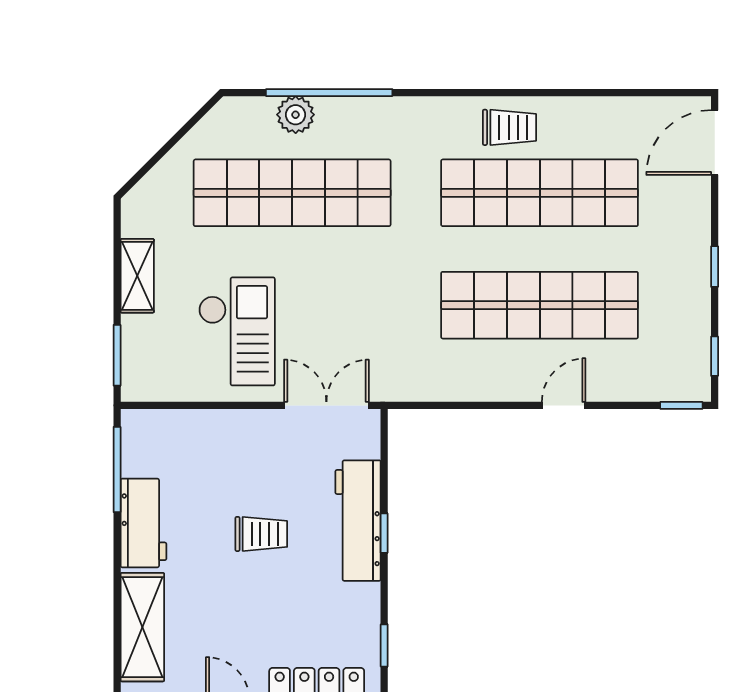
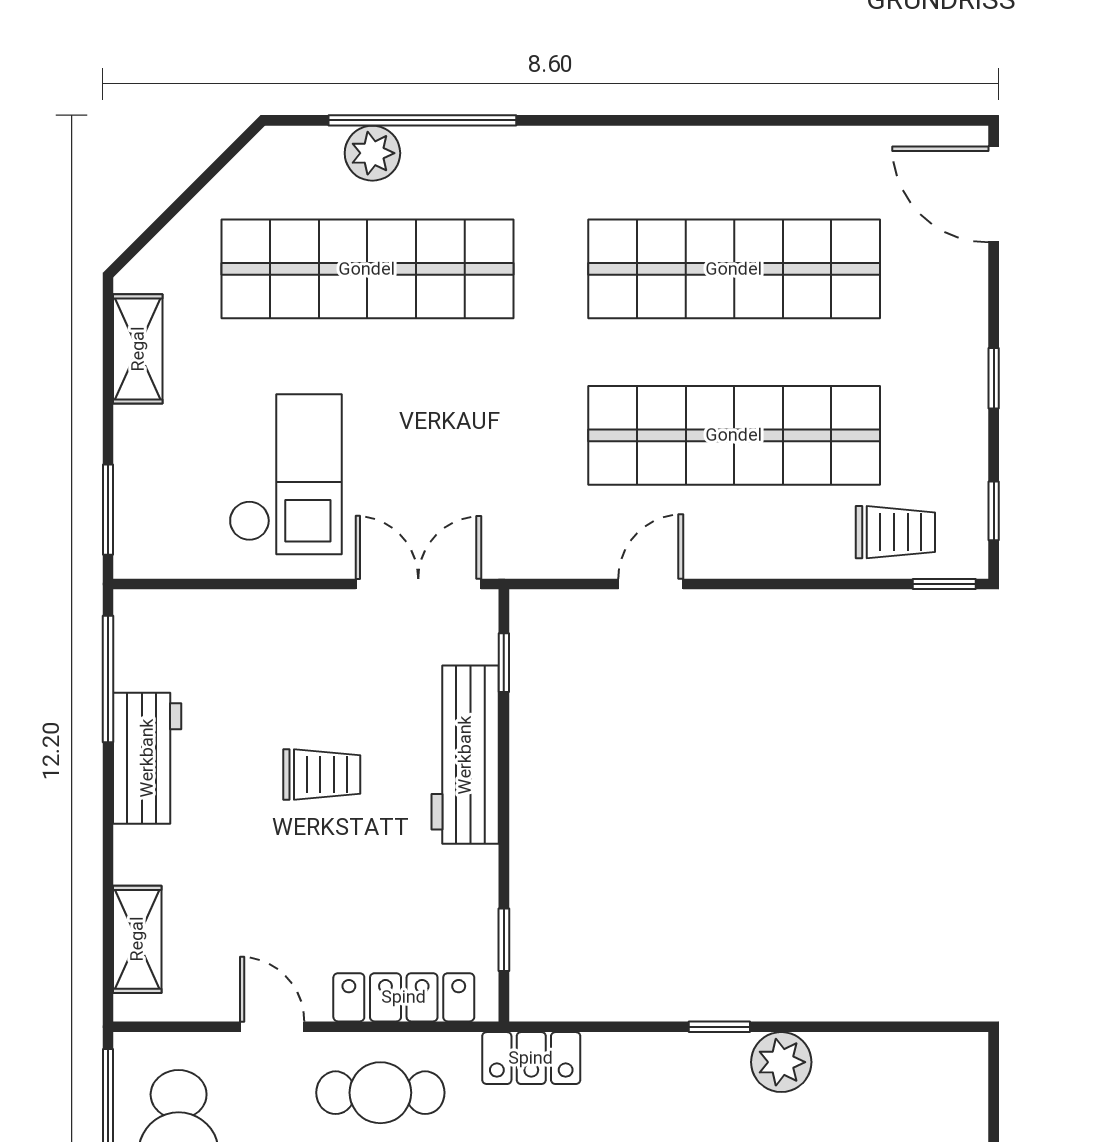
trolley: (509, 127) -> (895, 532), moved
door: (715, 143) -> (994, 194), hinge flipped
shelving: (137, 276) -> (138, 349), moved
door: (564, 405) -> (651, 584), moved
window: (384, 533) -> (504, 663), moved
shelving: (142, 627) -> (137, 939), width x0.67, depth x0.75

